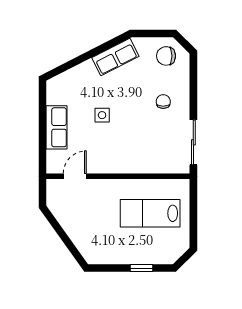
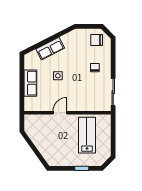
row of seats: (115, 57) -> (50, 49), moved
door: (75, 176) -> (60, 113), moved
lab bench: (150, 213) -> (87, 135), turned 90

